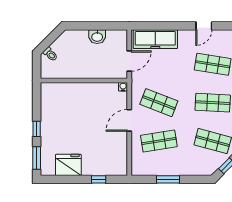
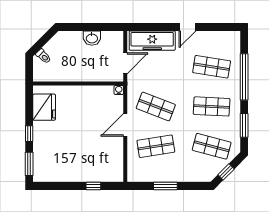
door: (204, 26) -> (188, 27), moved
fridge: (68, 165) -> (44, 107), moved, turned 90

